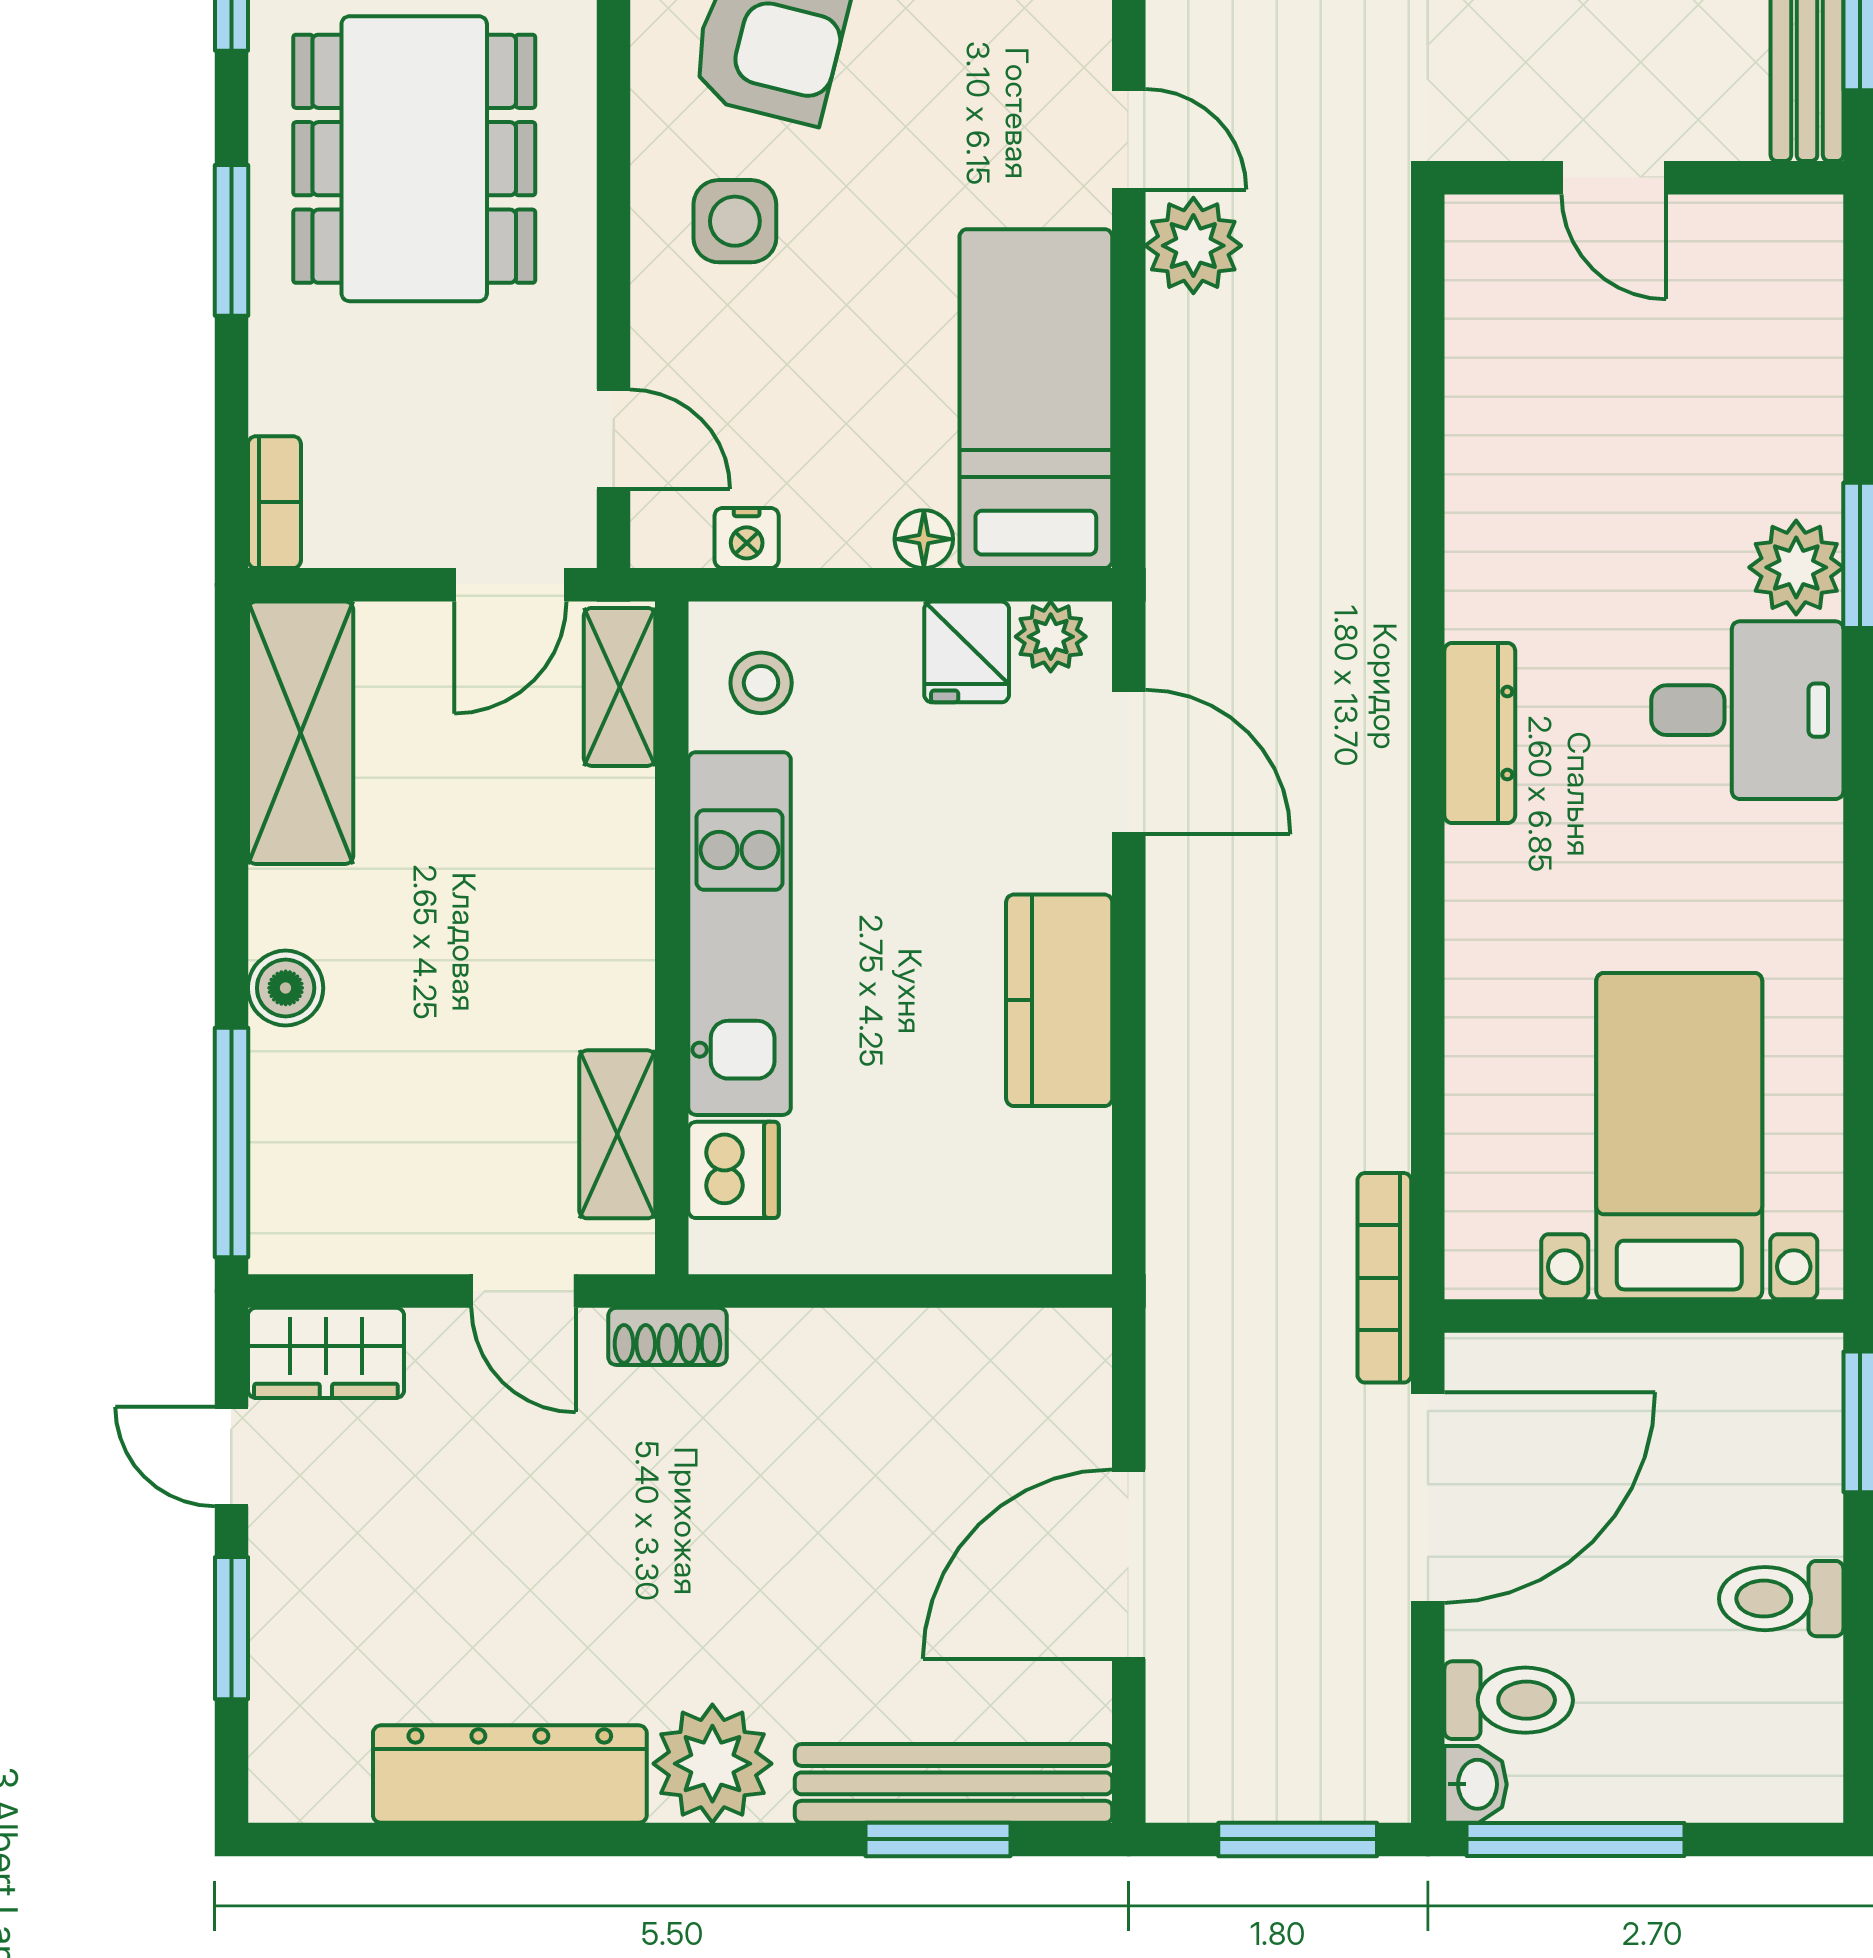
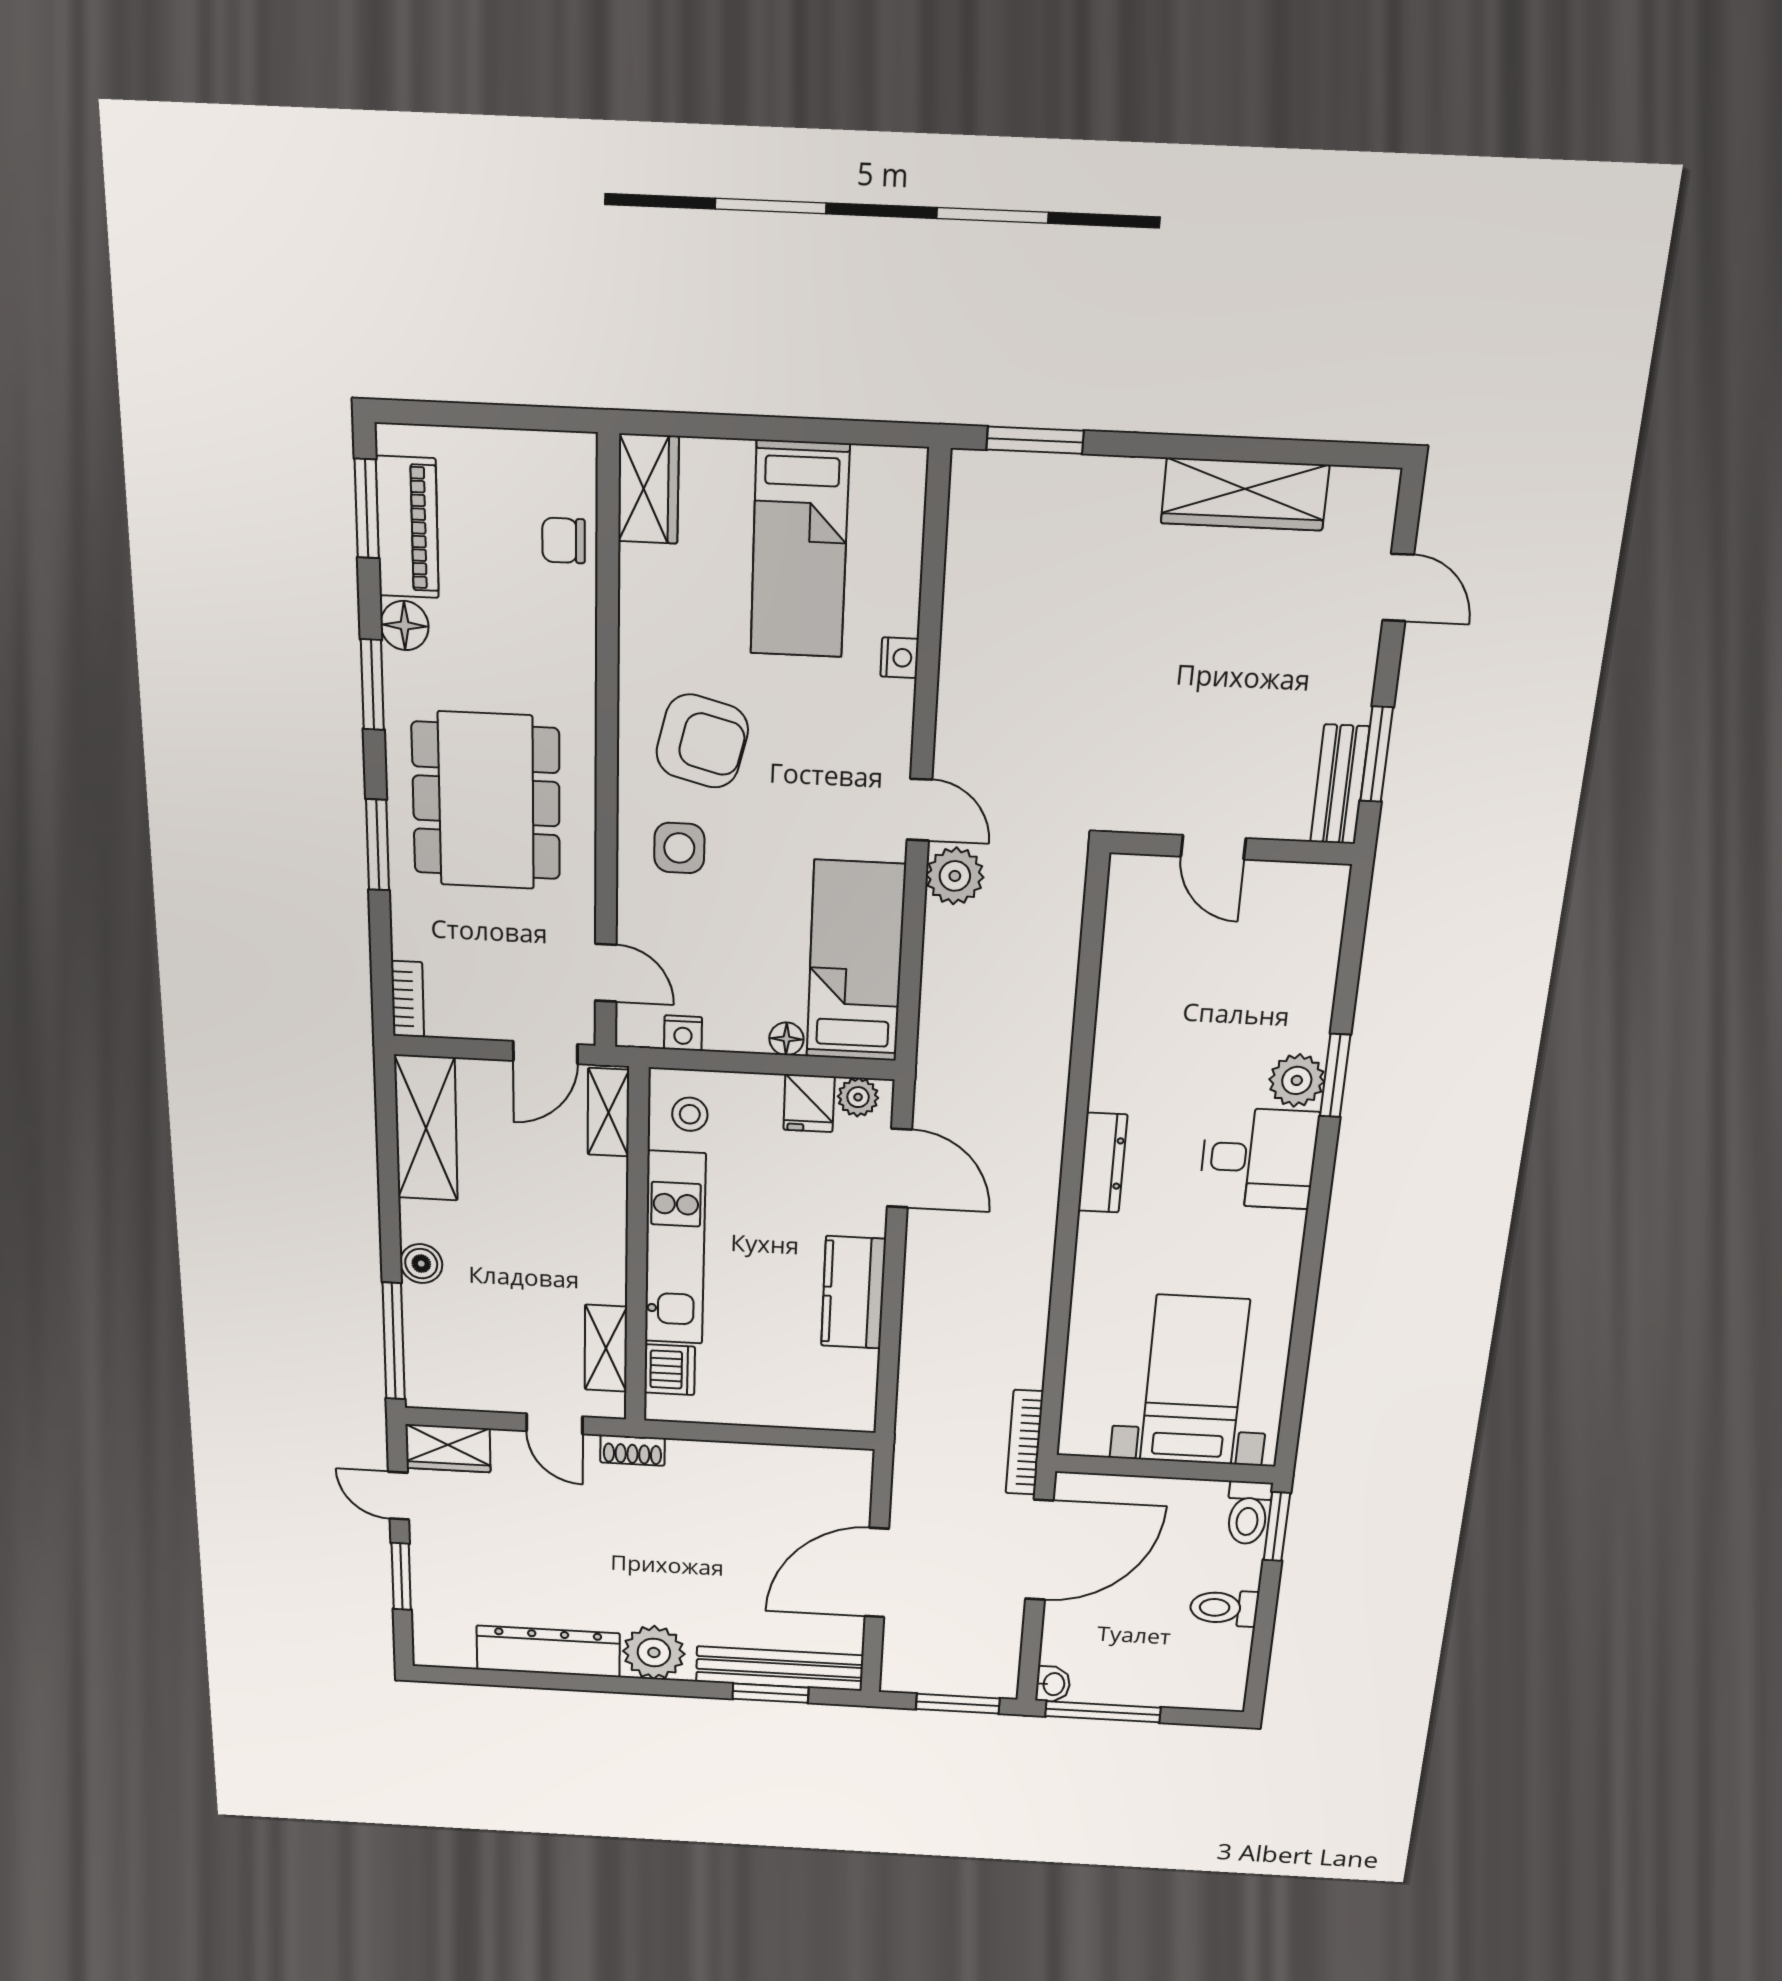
toilet: (1509, 1700) -> (1248, 1513), moved, turned 90

